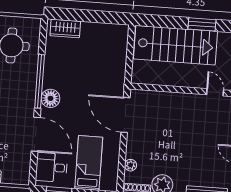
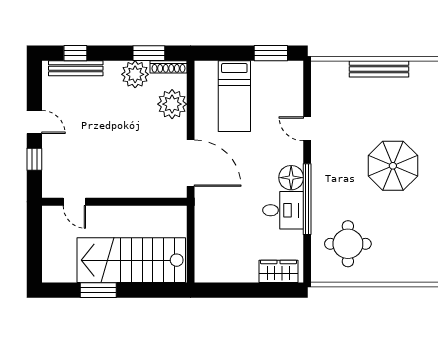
door: (36, 134) -> (307, 129), width x0.53
plant: (131, 165) -> (172, 104), width x1.88, depth x1.88
desk: (52, 167) -> (283, 210), moved

